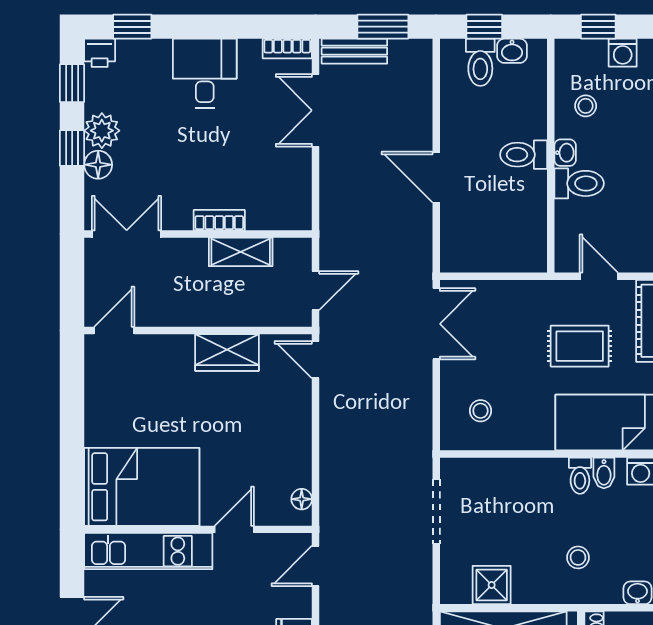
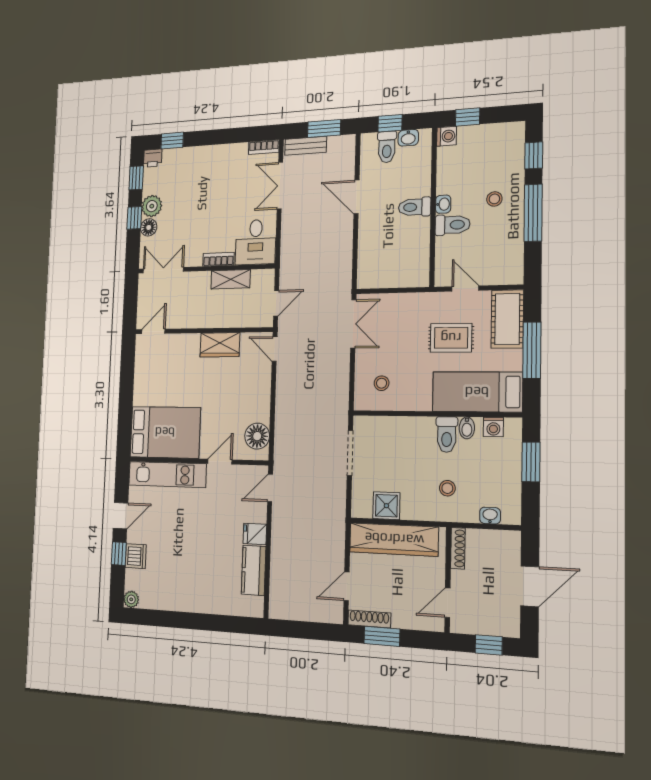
washing machine: (623, 53) -> (447, 136), moved, turned -90
desk: (205, 73) -> (256, 242), moved, turned 180
stool: (586, 106) -> (494, 199), moved
door: (436, 177) -> (357, 197), moved
toilet: (580, 476) -> (447, 434), width x1.37, depth x1.39
floor lamp: (302, 499) -> (257, 436), width x1.89, depth x1.89

